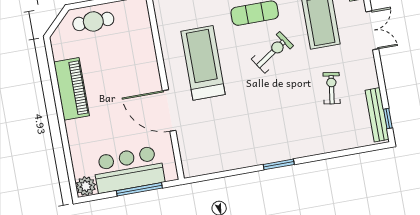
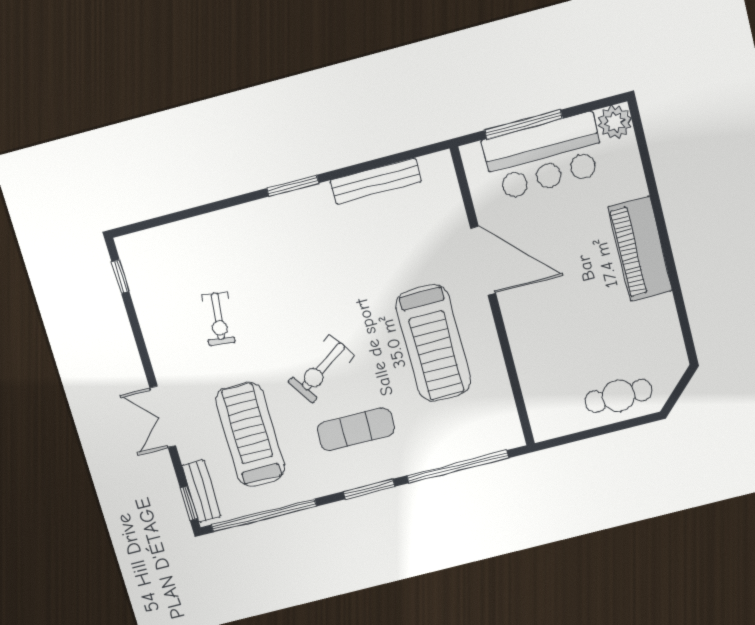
piano: (71, 89) -> (640, 249), moved
bench: (377, 115) -> (376, 181), moved, turned 90

